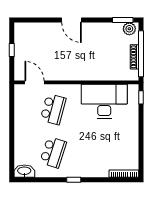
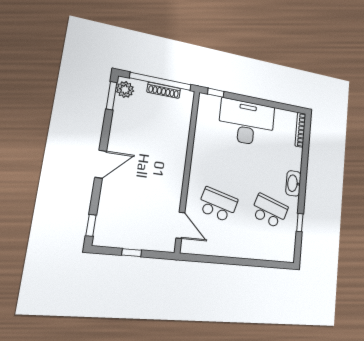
window: (28, 20) -> (91, 225), added
door: (34, 82) -> (180, 225), swing flipped
desk: (104, 101) -> (247, 123), moved, turned 90
washbasin: (24, 171) -> (293, 183), moved
window: (74, 180) -> (300, 223), moved

